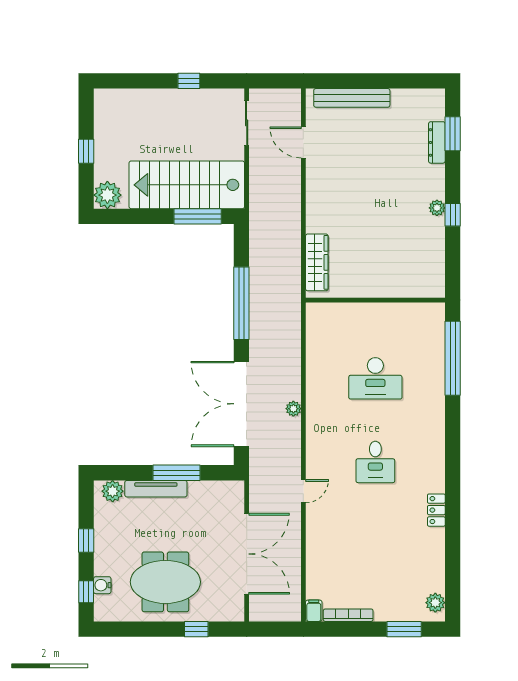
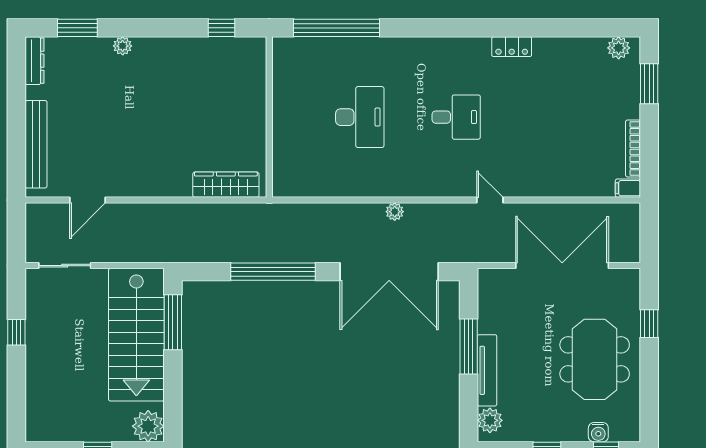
dresser: (437, 142) -> (35, 61), moved, turned -90
plant: (437, 208) -> (123, 46), moved
window: (453, 215) -> (222, 28), moved

